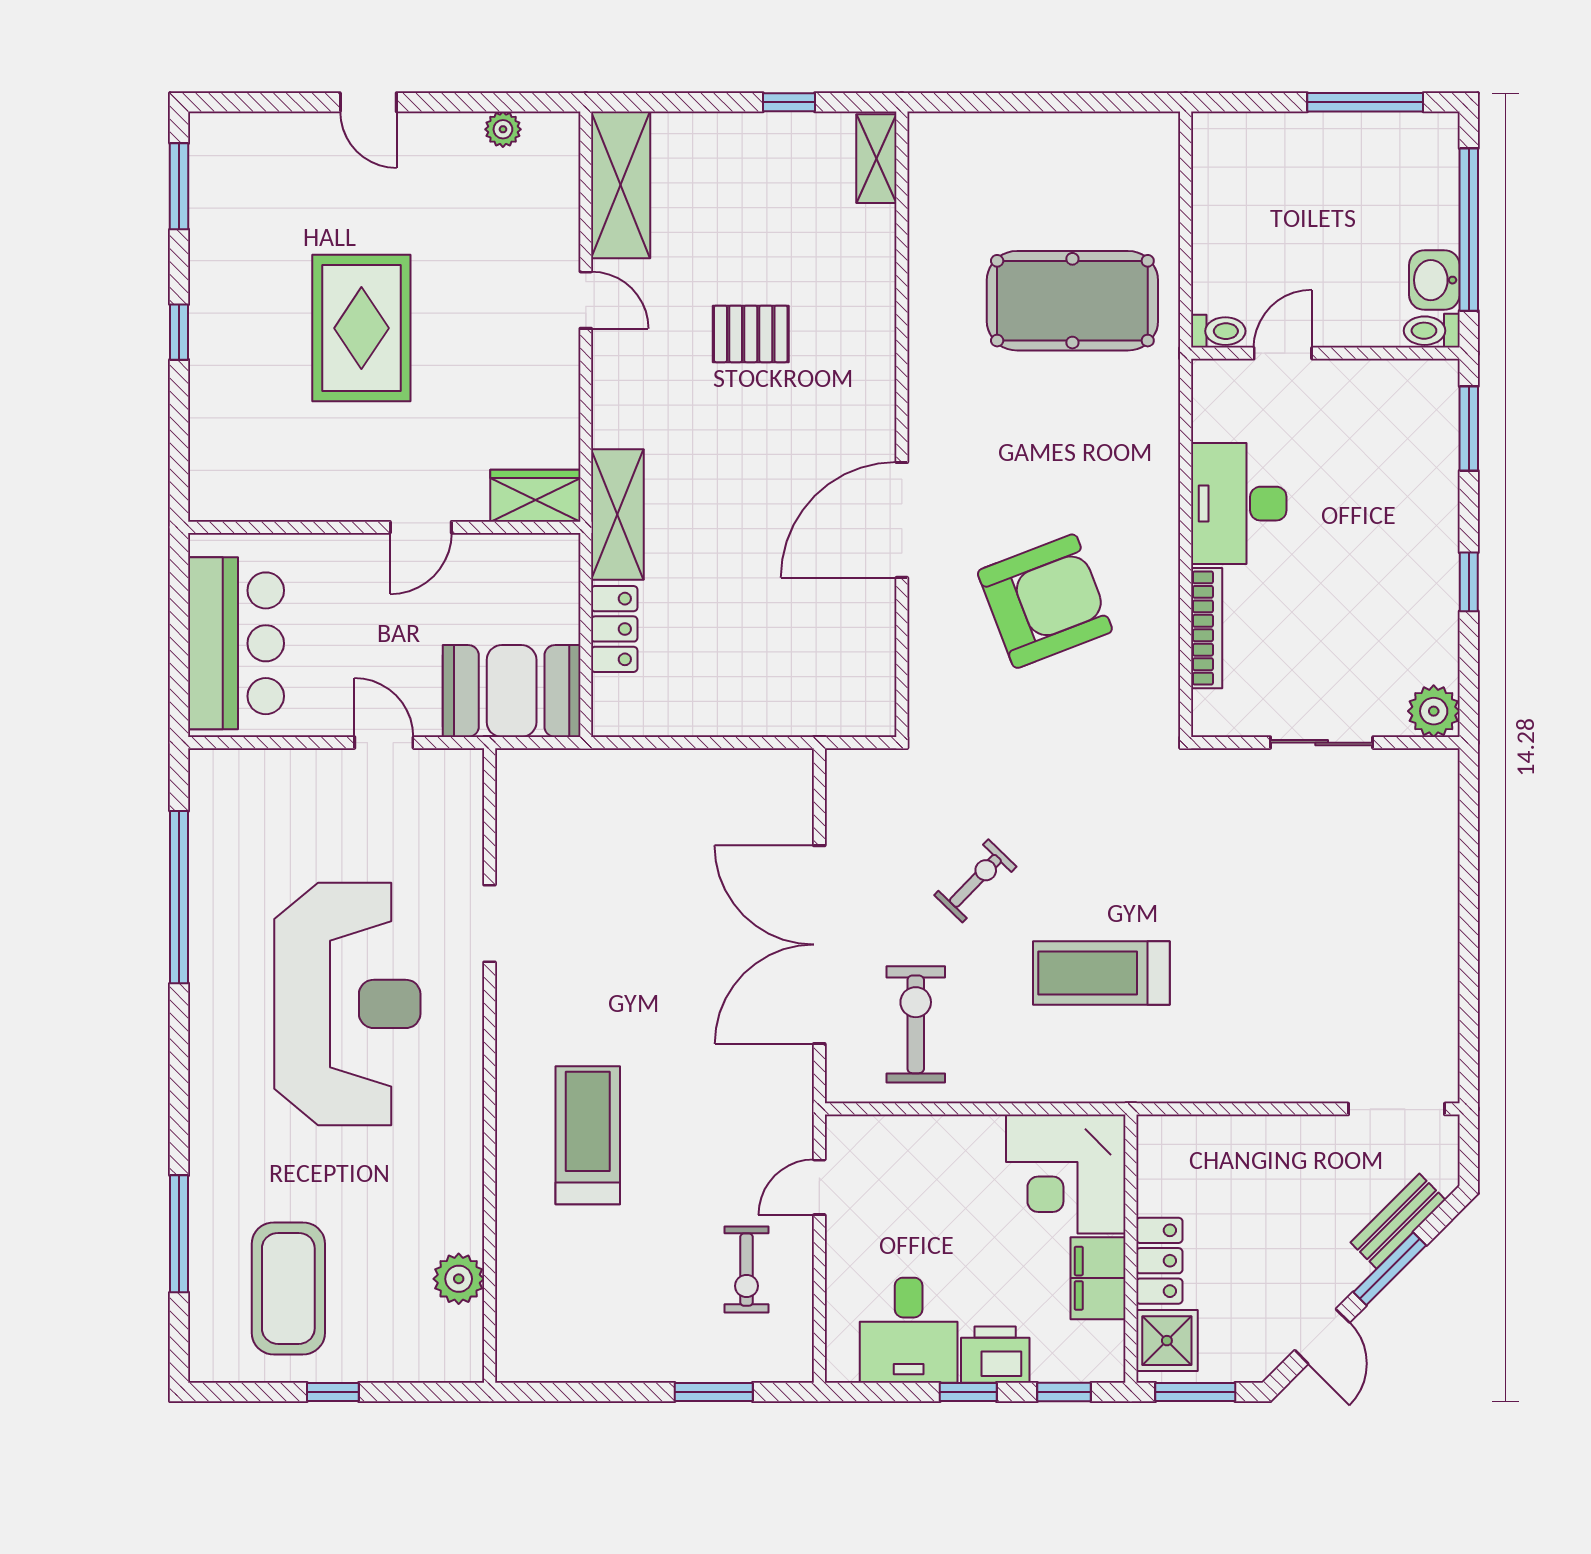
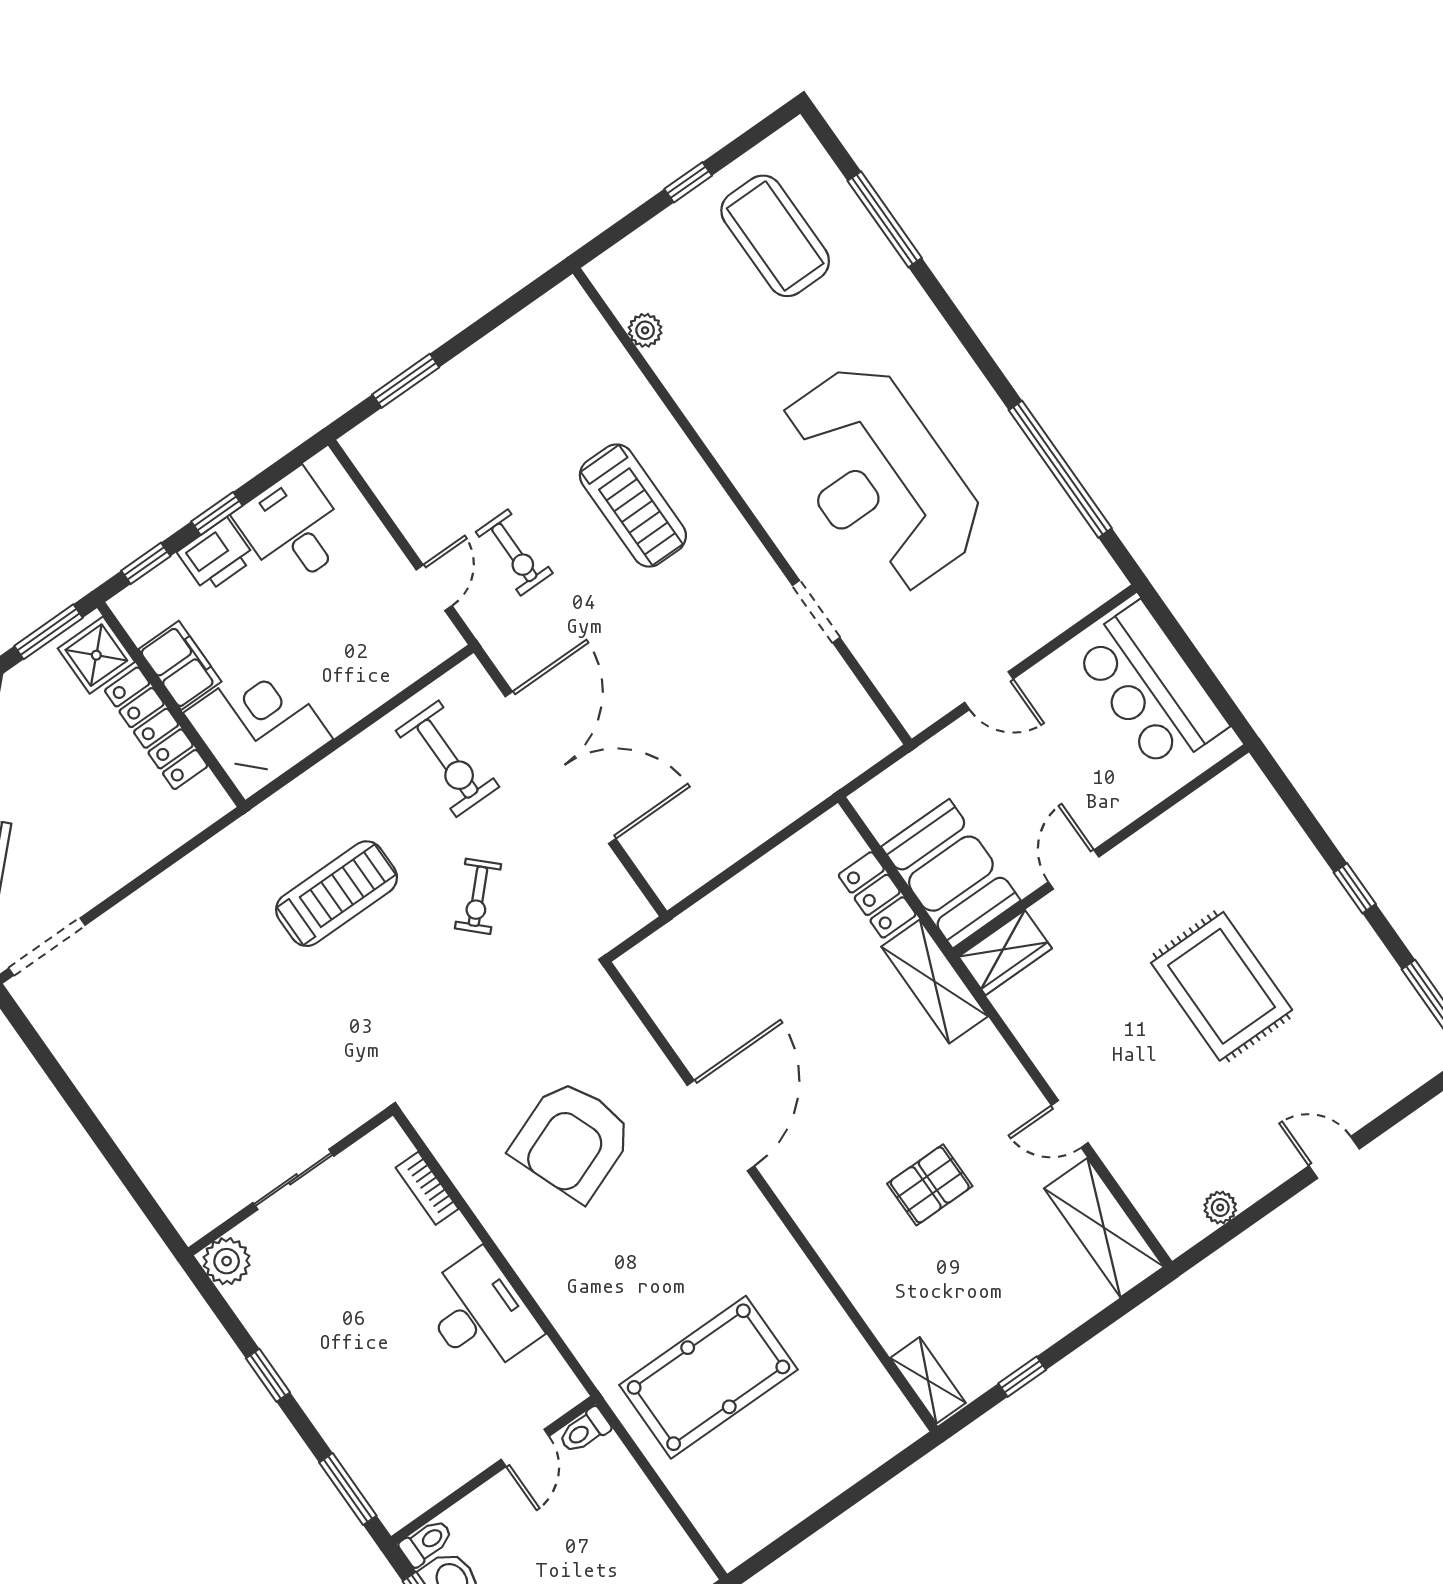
bookcase: (1207, 628) -> (427, 1188), width x0.64
booth: (512, 691) -> (951, 874), moved, turned 90
locker: (1159, 1261) -> (156, 728), width x1.53
exercise bike: (747, 1270) -> (514, 552), moved, turned 180
plant: (459, 1279) -> (645, 330), width x0.73, depth x0.73

